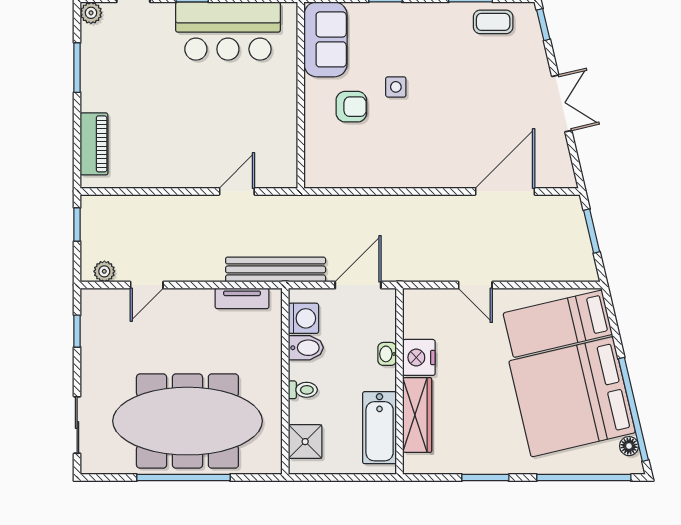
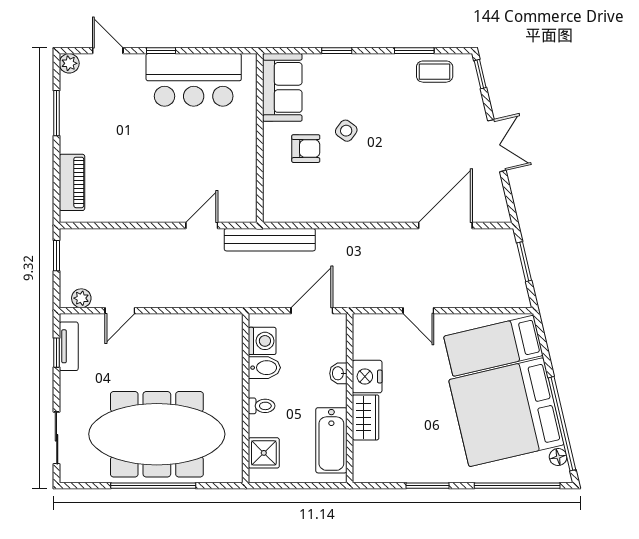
side table: (396, 87) -> (346, 131), turned 37
bench: (276, 269) -> (270, 240), moved
tv unit: (242, 298) -> (69, 346), moved, turned -90
wardrobe: (417, 415) -> (366, 417), width x0.67

